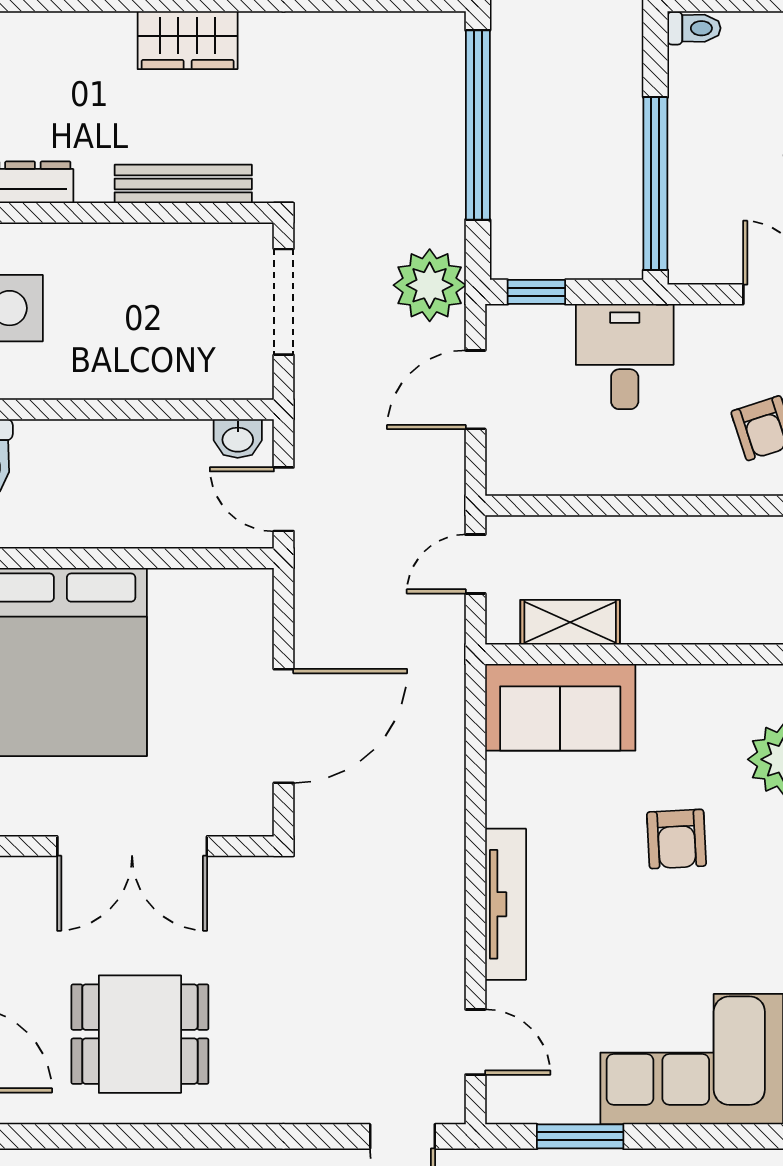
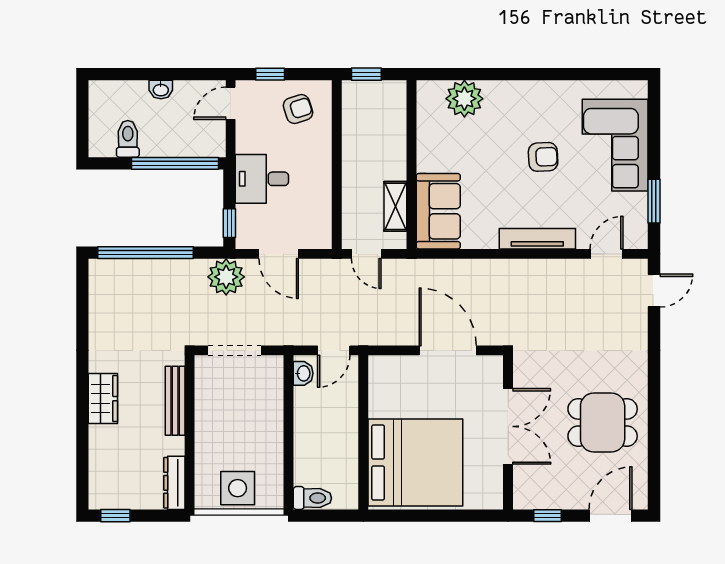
toilet: (694, 28) -> (128, 139), moved, width x1.37, depth x1.39
armchair: (677, 839) -> (543, 157), moved
dining table: (140, 1034) -> (603, 423), turned 90

